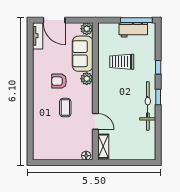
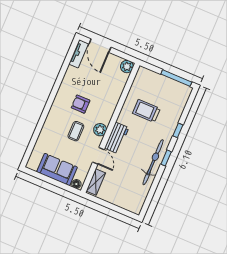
workbench: (133, 30) -> (117, 138), moved, turned -90
sofa: (83, 54) -> (57, 170), moved, turned 90
plant: (87, 79) -> (100, 130), moved

